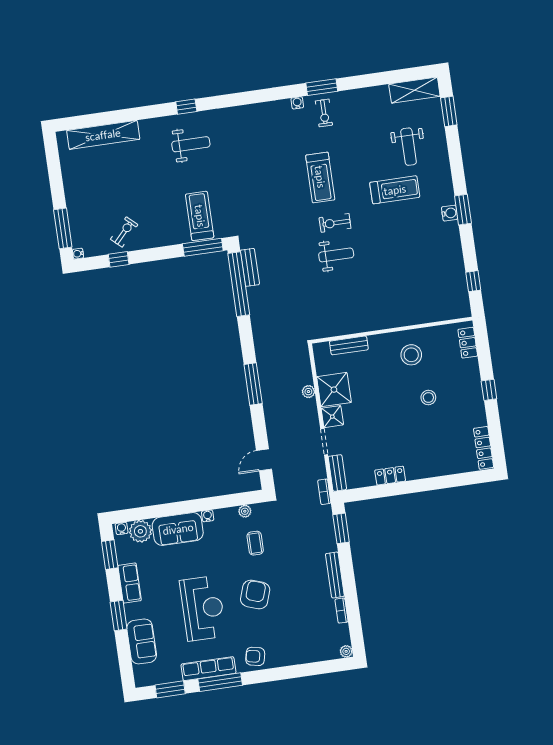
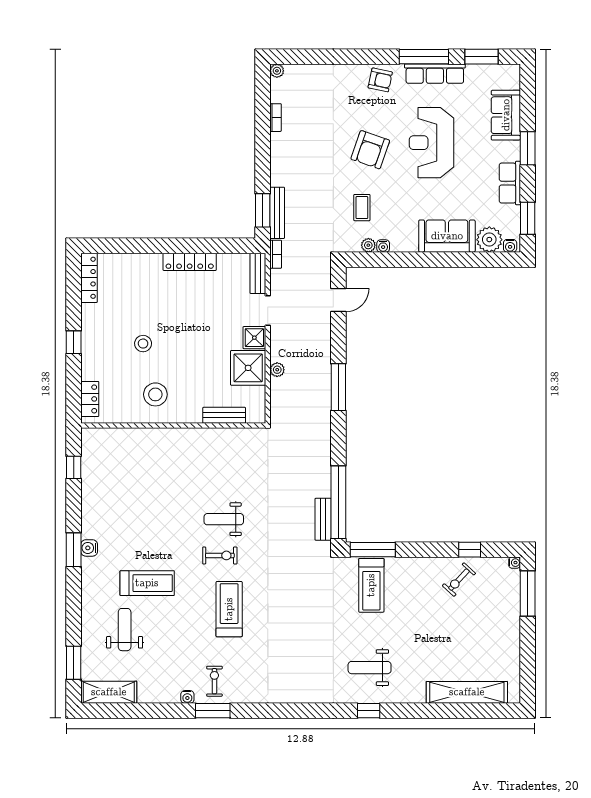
water cooler: (297, 103) -> (187, 697), moved
treadmill: (395, 190) -> (147, 583), turned 180
locker: (390, 476) -> (190, 262), width x1.53
water cooler: (208, 516) -> (383, 246), moved
bench: (335, 575) -> (277, 213), moved

